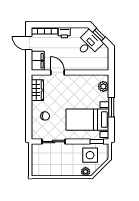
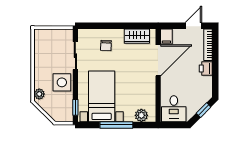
desk: (89, 44) -> (174, 109), moved, turned 45
filing cabinet: (38, 61) -> (166, 37), width x0.50
door: (58, 72) -> (158, 60), width x1.87
window: (111, 107) -> (116, 125), width x1.44
side table: (90, 155) -> (62, 82), moved

